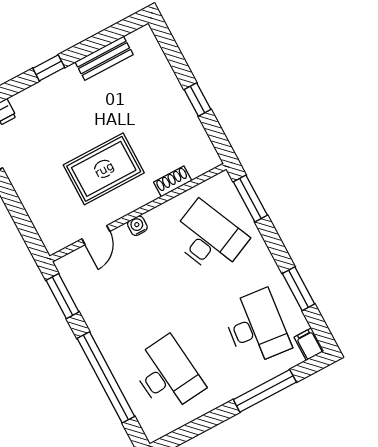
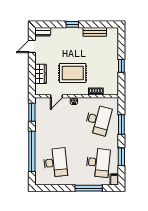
window: (250, 198) -> (121, 124), moved
wardrobe: (38, 206) -> (41, 74), added
desk: (209, 238) -> (98, 120), turned 39

